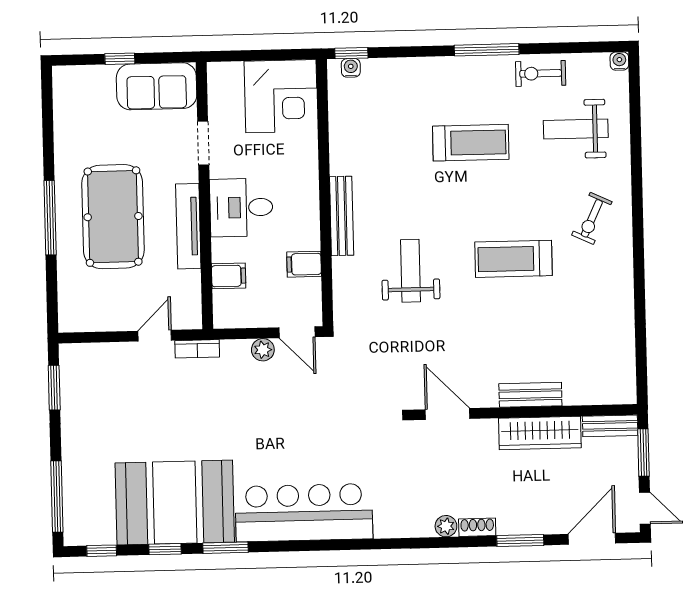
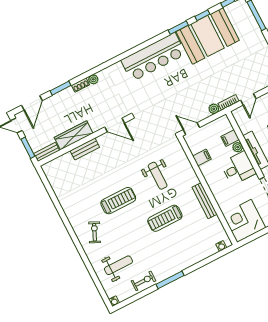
window: (351, 53) -> (224, 252), removed
treadmill: (471, 143) -> (165, 218), moved
bench: (342, 216) -> (205, 201), moved
plant: (222, 250) -> (238, 147), added
plant: (263, 350) -> (214, 109), moved

